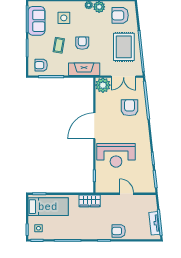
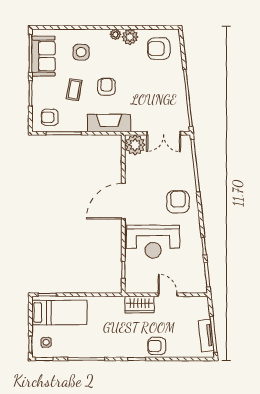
rug: (124, 47) -> (164, 92), removed
armchair: (130, 108) -> (178, 202), moved
wardrobe: (90, 201) -> (139, 305), moved

